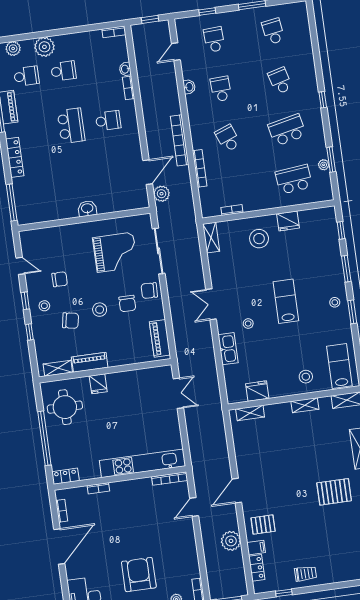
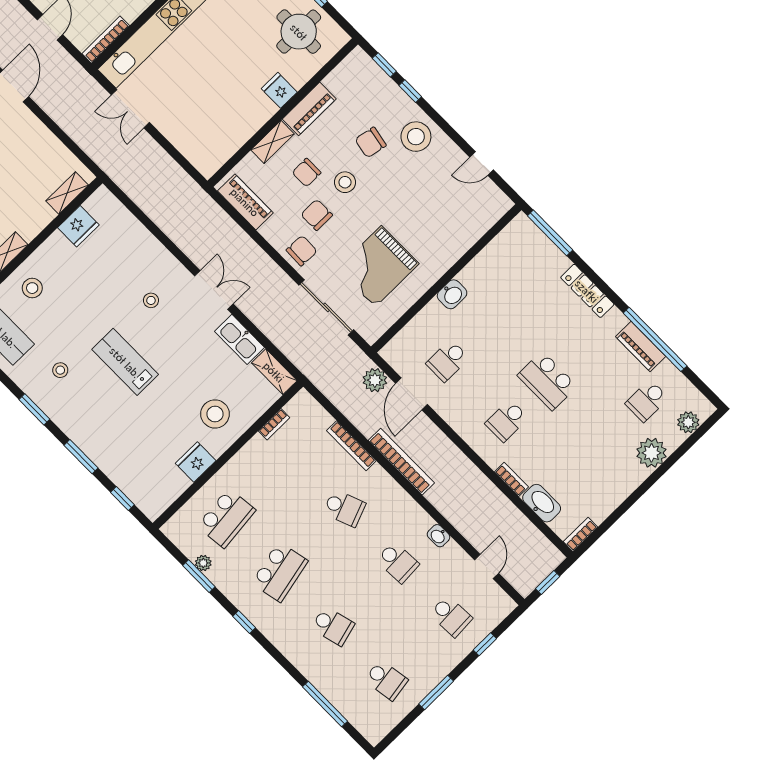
window: (315, 43) -> (325, 704), added
washbasin: (125, 69) -> (542, 503), width x1.91, depth x1.45
school desk: (63, 71) -> (448, 361), moved
window: (323, 100) -> (244, 622), moved
chair: (60, 279) -> (307, 173), moved
window: (25, 301) -> (384, 65), moved
lab bench: (286, 301) -> (125, 362), turned 180
stool: (335, 302) -> (60, 370), moved
stool: (44, 306) -> (416, 137), width x1.89, depth x1.89
kitchen sink: (228, 349) -> (239, 339), moved
shelving: (58, 368) -> (272, 142), moved
double door: (178, 393) -> (130, 109), moved

